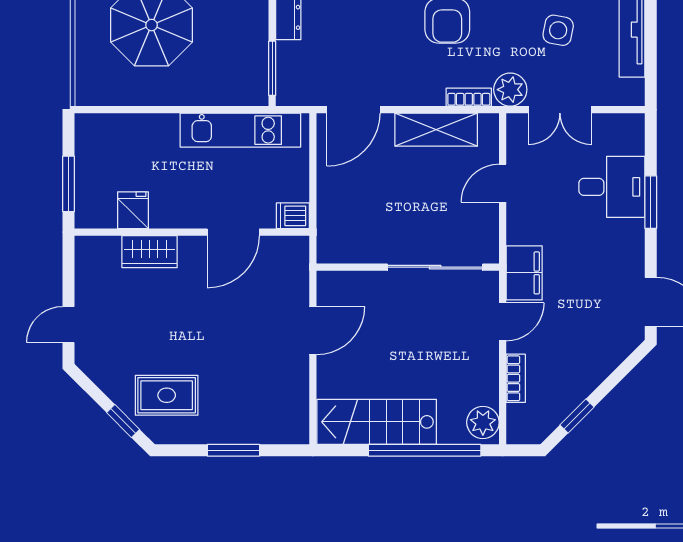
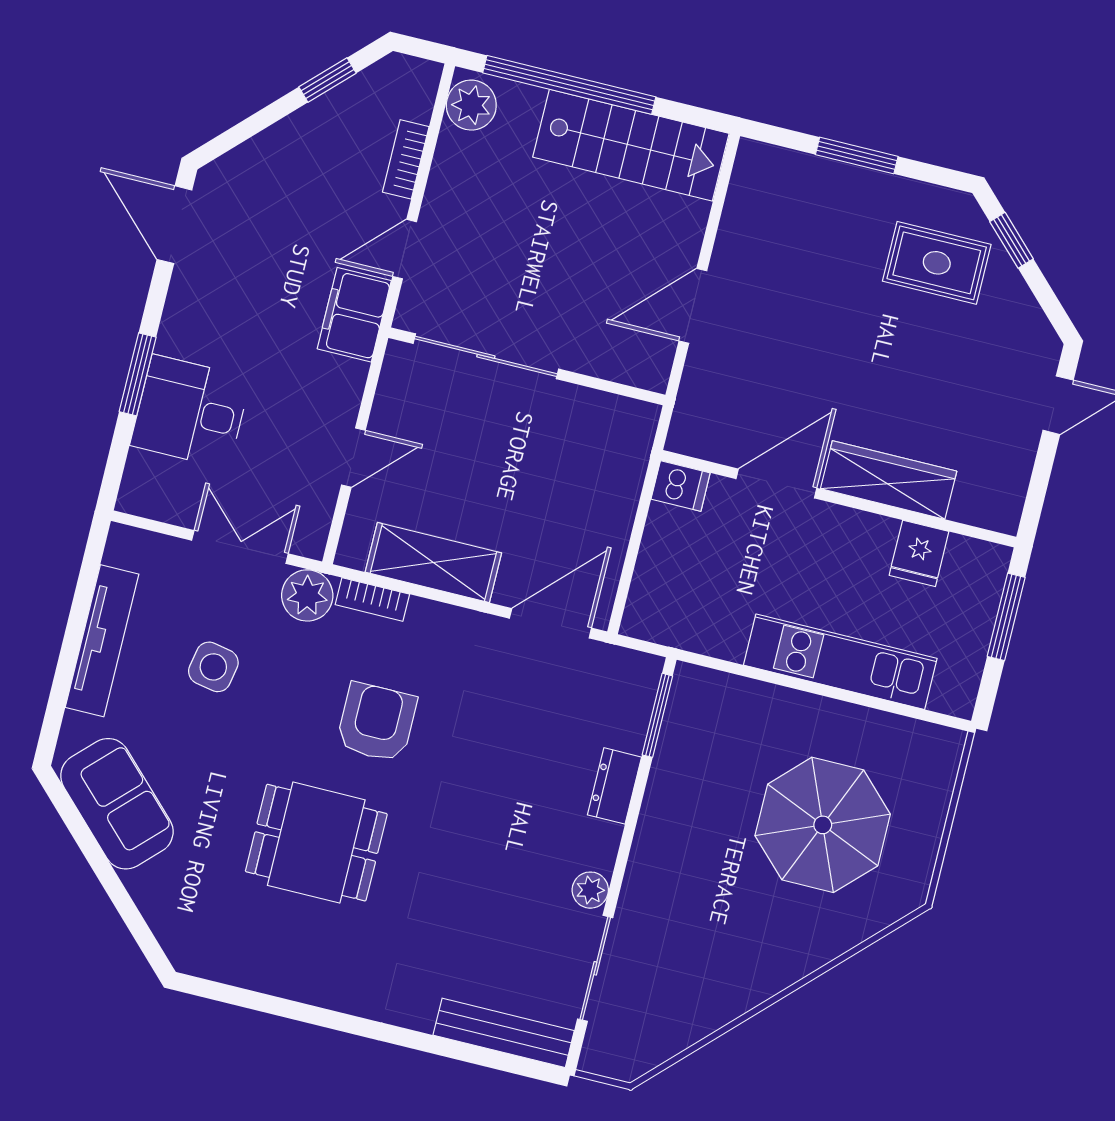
kitchen unit: (240, 130) -> (840, 662), moved
wardrobe: (150, 252) -> (889, 480), width x1.50

